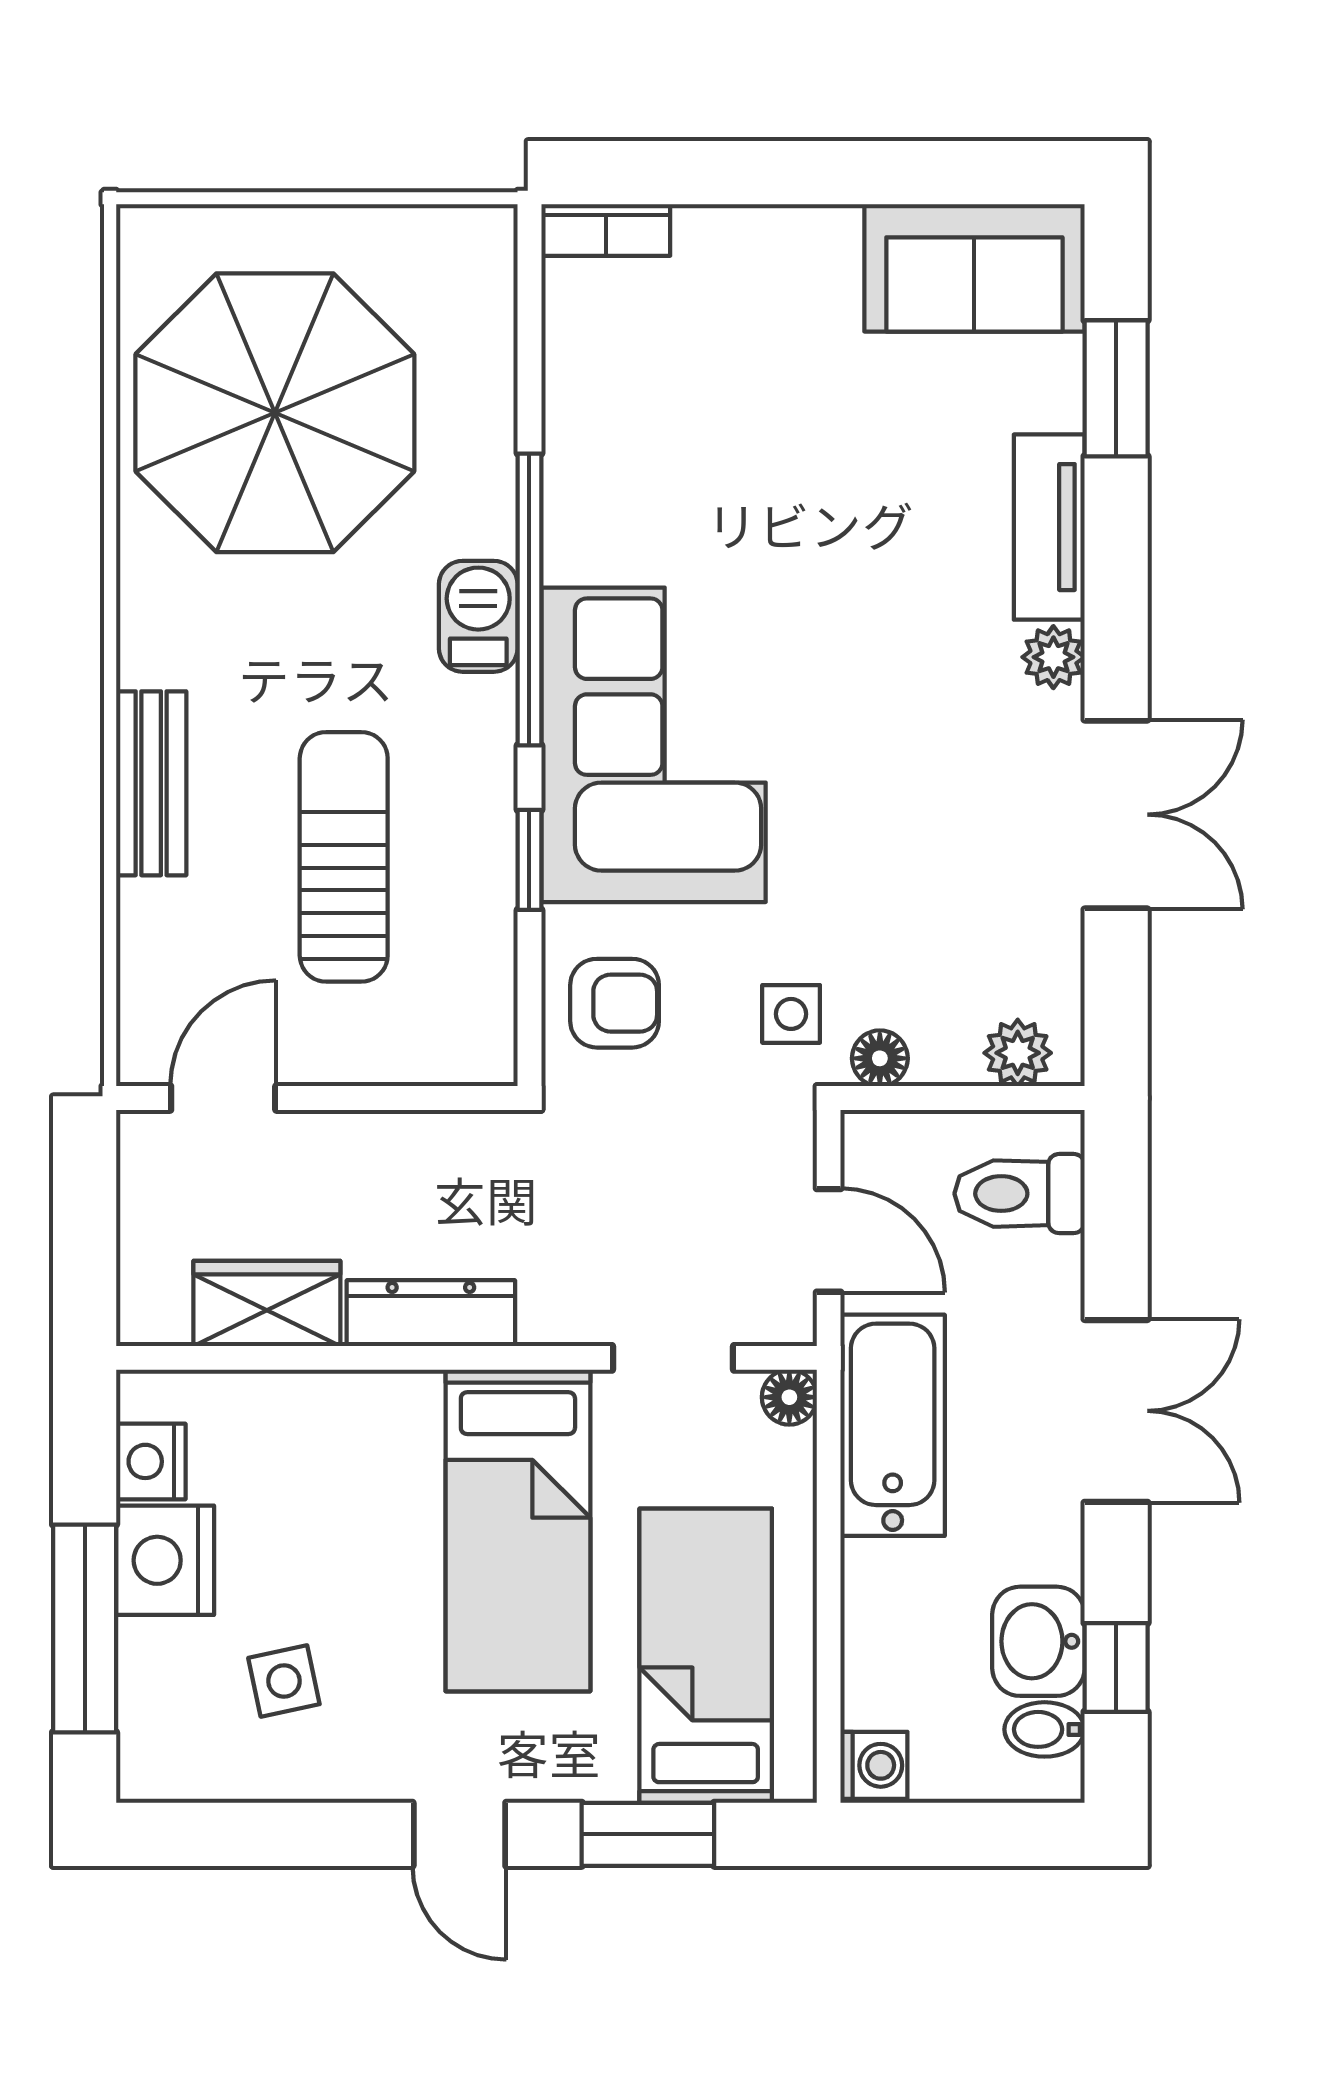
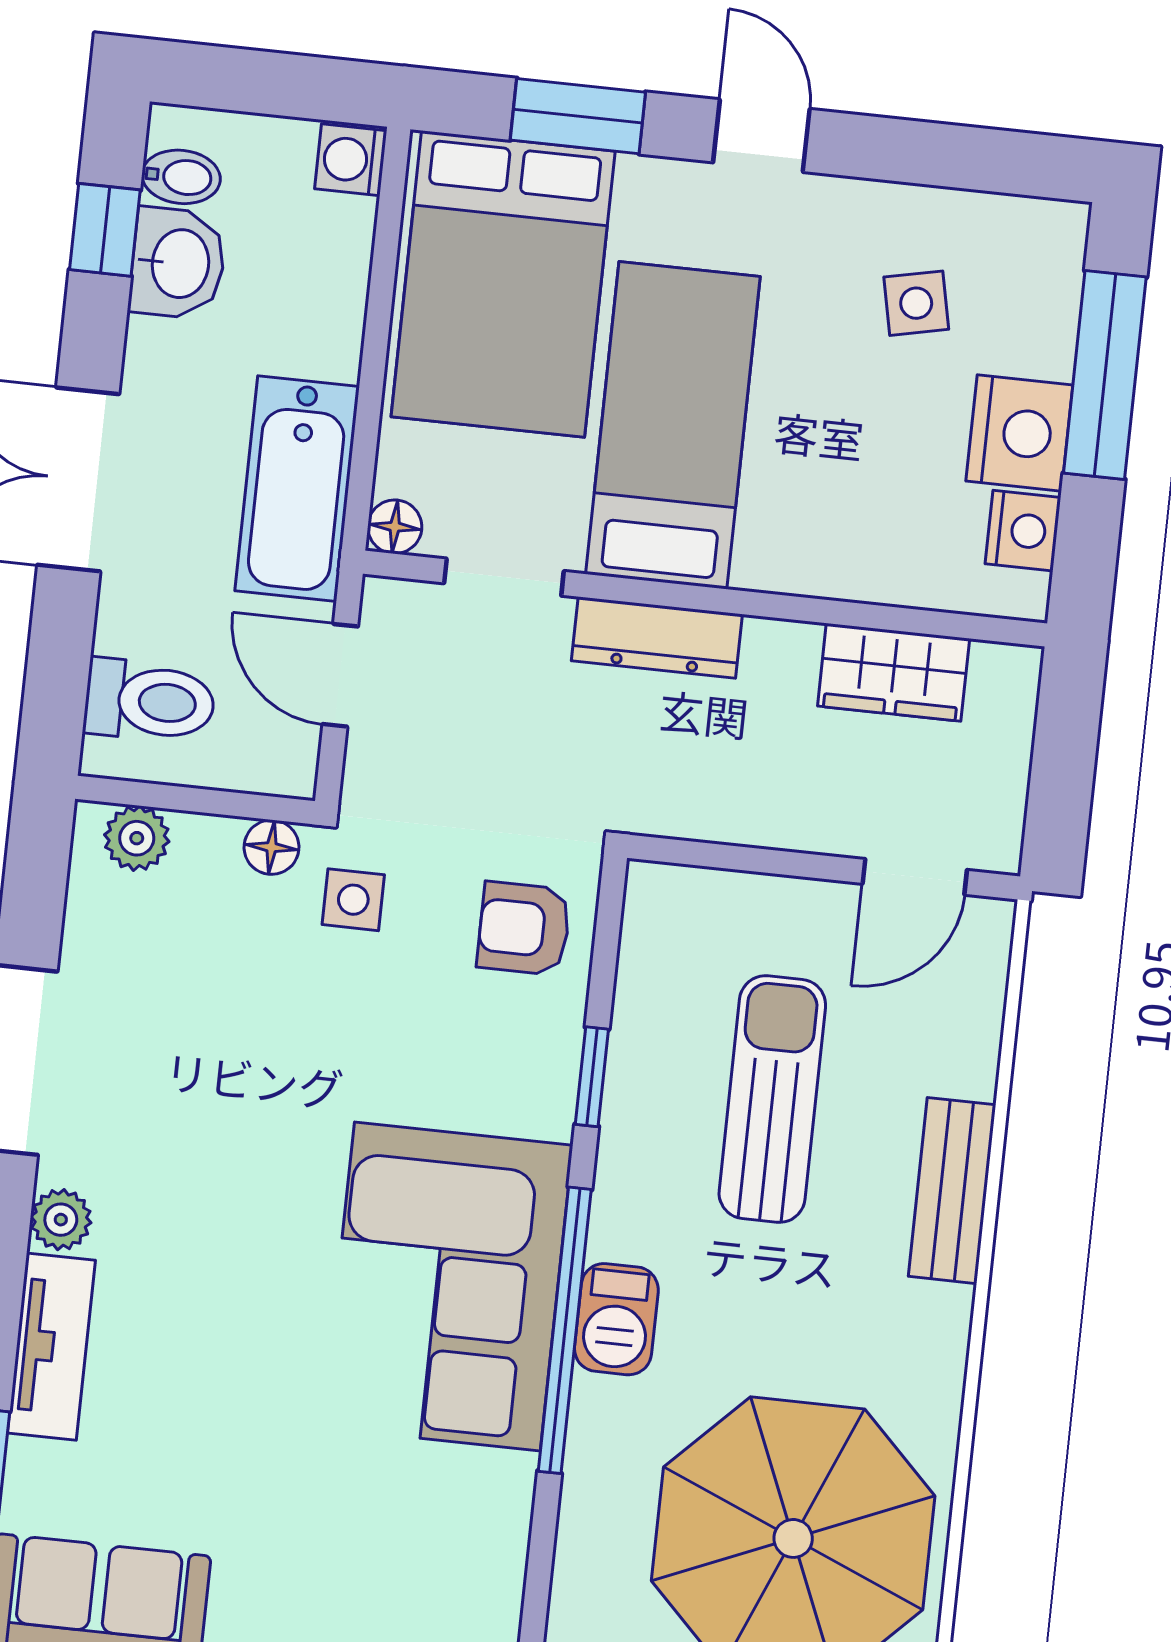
corner sofa: (653, 745) -> (447, 1286), moved
sun lounger: (344, 857) -> (772, 1099), turned 180
dresser: (431, 1313) -> (657, 638), moved
bed: (706, 1656) -> (503, 284), width x1.50

